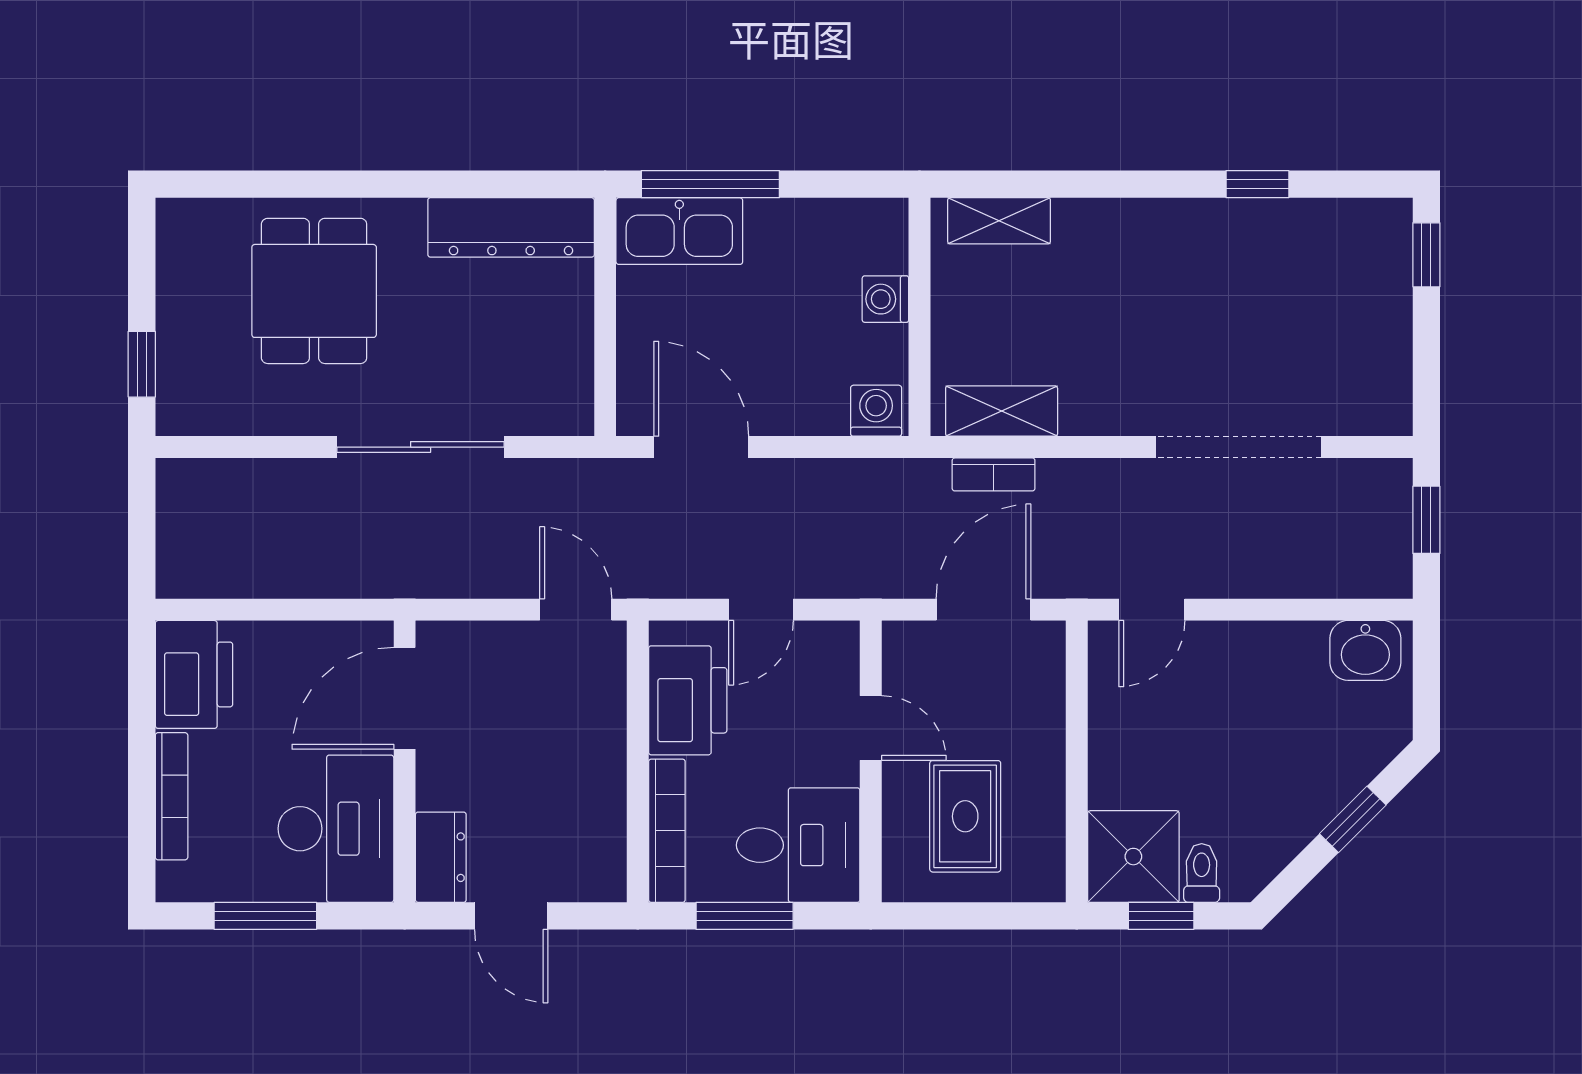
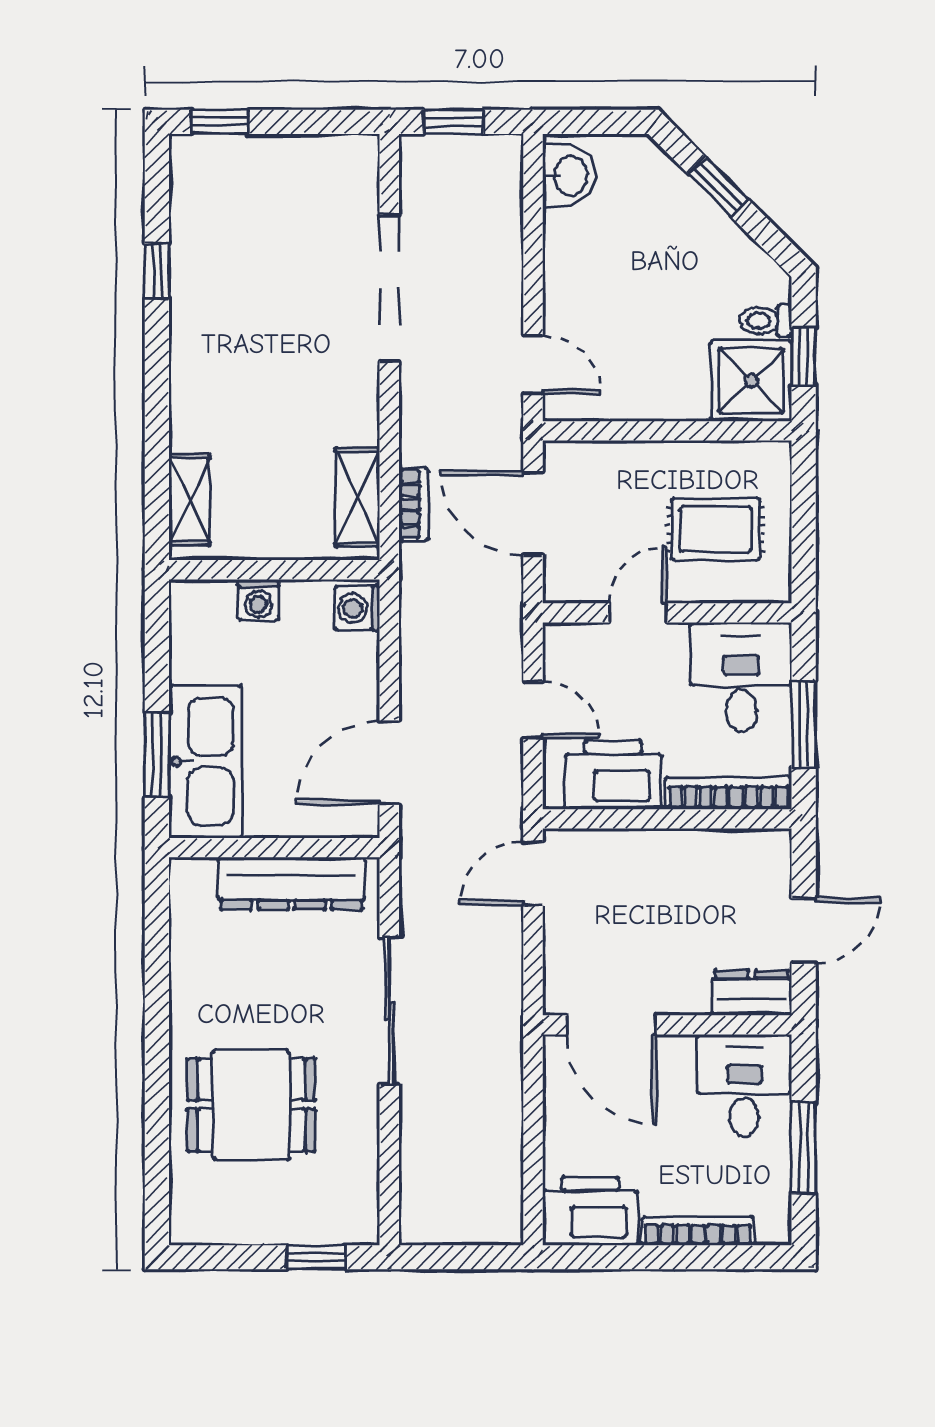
window: (710, 184) -> (157, 755), width x0.69
dresser: (511, 227) -> (292, 883), moved, turned 90
kitchen sink: (679, 231) -> (206, 762), width x1.36, depth x1.24
desk: (336, 829) -> (744, 1086), width x0.73

